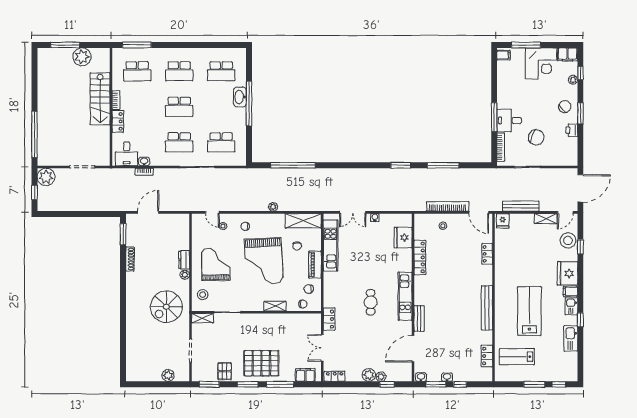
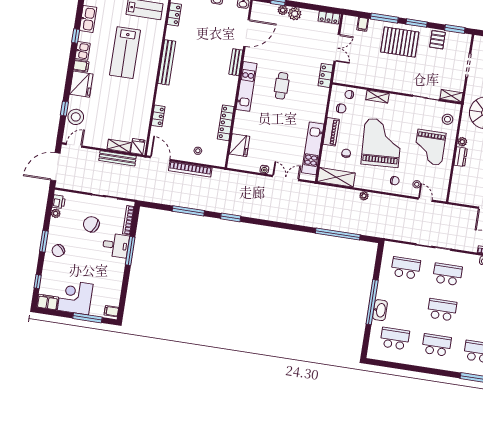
plant: (573, 80) -> (56, 213), moved
printer: (572, 130) -> (59, 202), moved
shelving: (546, 219) -> (119, 146), moved
filing cabinet: (305, 375) -> (363, 24), width x0.50

